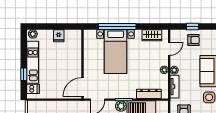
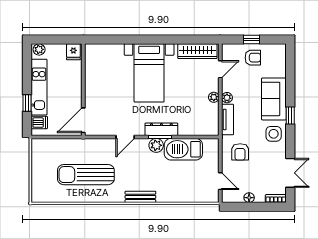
window: (117, 26) -> (151, 40), removed
wardrobe: (152, 35) -> (197, 51), width x1.50
wall: (83, 64) -> (83, 90), moved
door: (83, 87) -> (83, 120), moved
dresser: (149, 94) -> (161, 129), moved

